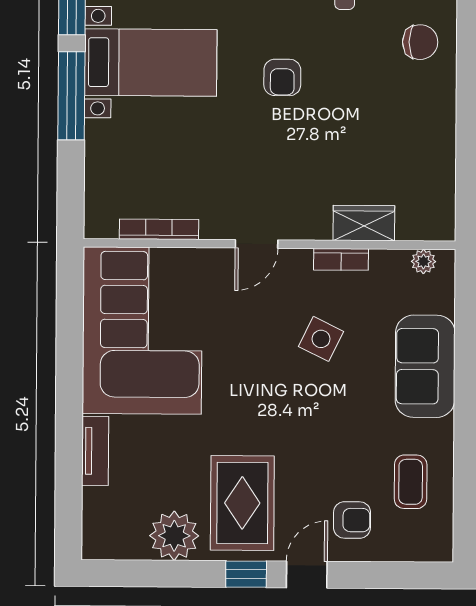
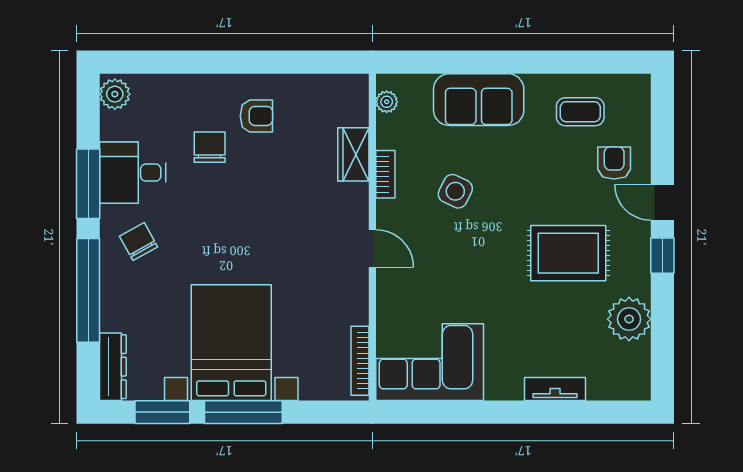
chair: (420, 42) -> (210, 147), moved
bed with nightstands: (151, 62) -> (231, 343), width x1.36
armchair: (282, 77) -> (256, 116), moved
bookcase: (159, 229) -> (360, 361), moved
corner sofa: (142, 331) -> (430, 362), width x0.73, depth x0.74
rug: (242, 503) -> (568, 253), moved

